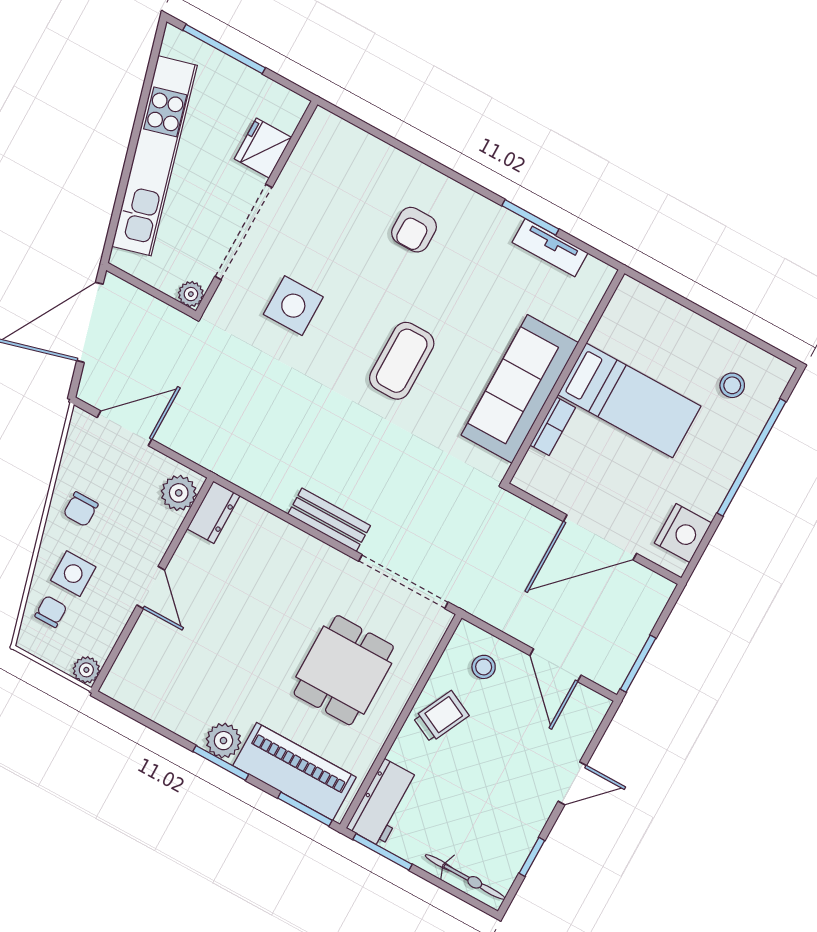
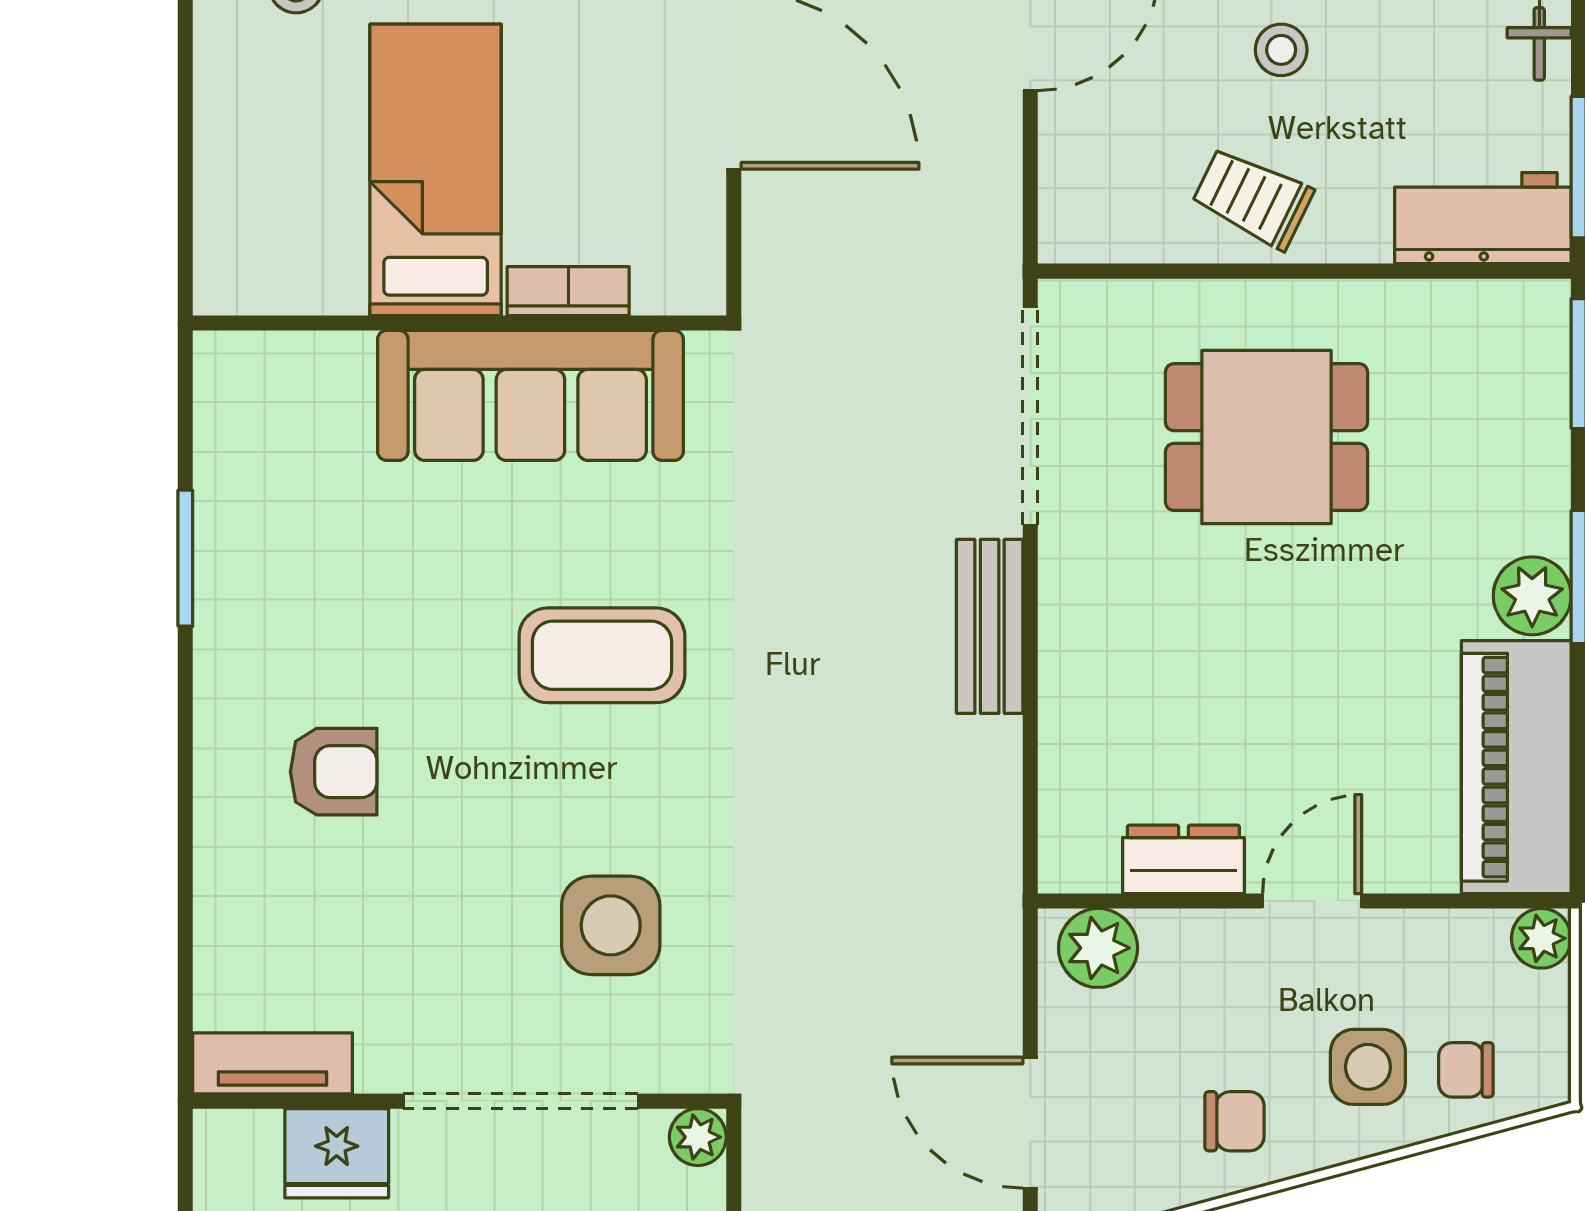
tv unit: (550, 248) -> (272, 1063), moved, turned -90
dresser: (214, 512) -> (1183, 859), moved
stool: (484, 667) -> (1281, 50), moved
piano: (295, 771) -> (1516, 767), moved

